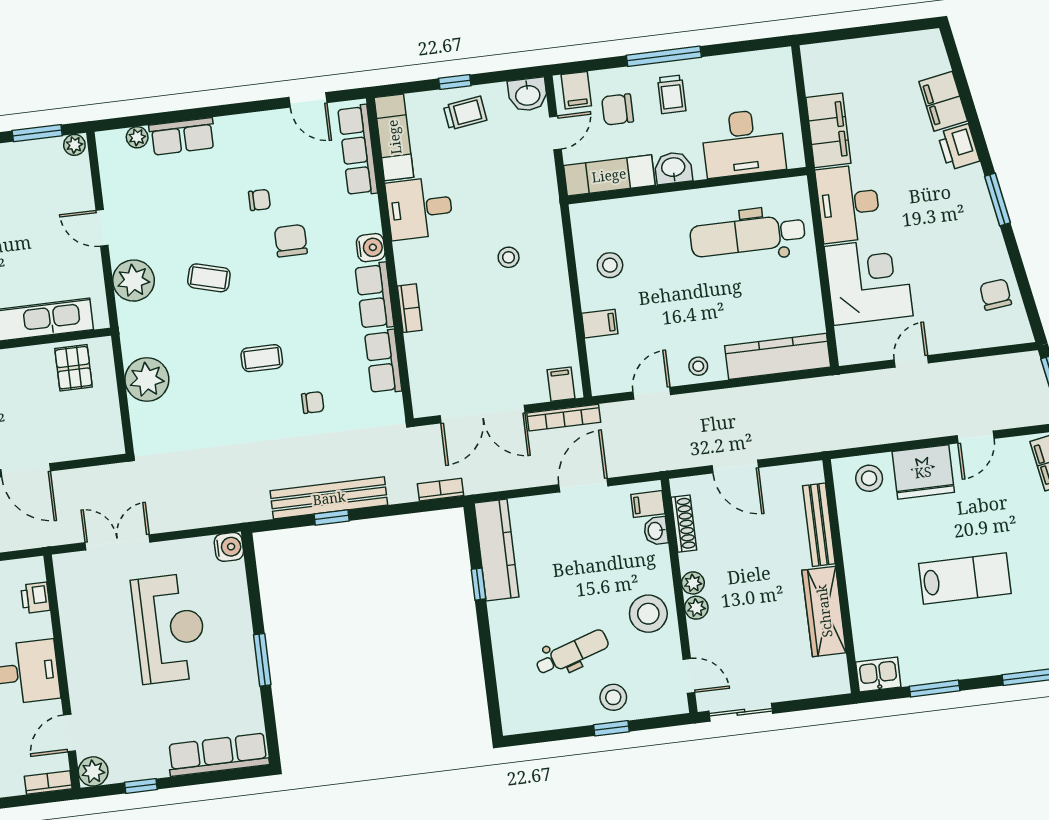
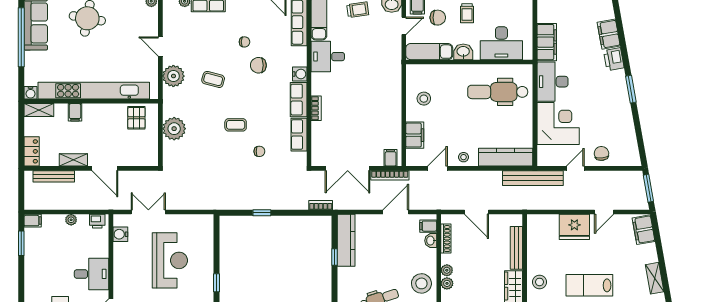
chair: (618, 109) -> (438, 18), turned 180
chair: (291, 241) -> (258, 65), turned -90
stool: (509, 257) -> (371, 88), removed
chair: (996, 295) -> (601, 153), moved
filing cabinet: (600, 324) -> (415, 135), width x2.00
stool: (869, 478) -> (540, 282), moved
bench: (329, 498) -> (533, 178), moved
water cooler: (229, 547) -> (120, 234), moved, turned 180
lab bench: (965, 578) -> (589, 285), turned 180
printer: (35, 598) -> (97, 221), moved, turned -90
window: (262, 660) -> (216, 283), width x0.67

